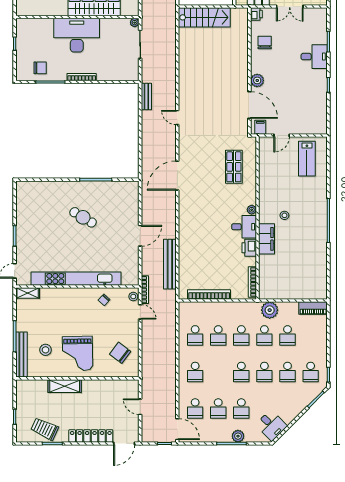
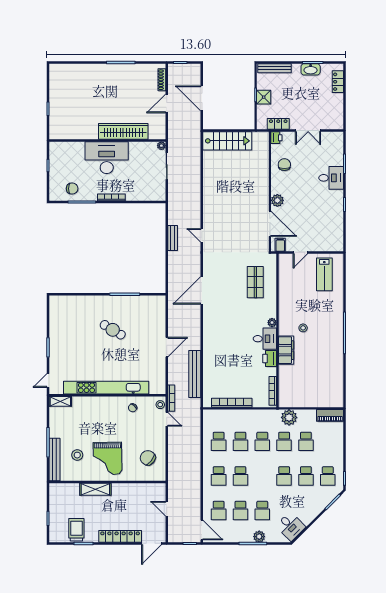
bench: (146, 96) -> (173, 238), moved
school desk: (241, 372) -> (240, 476), moved
trolley: (45, 429) -> (76, 530), turned 65

